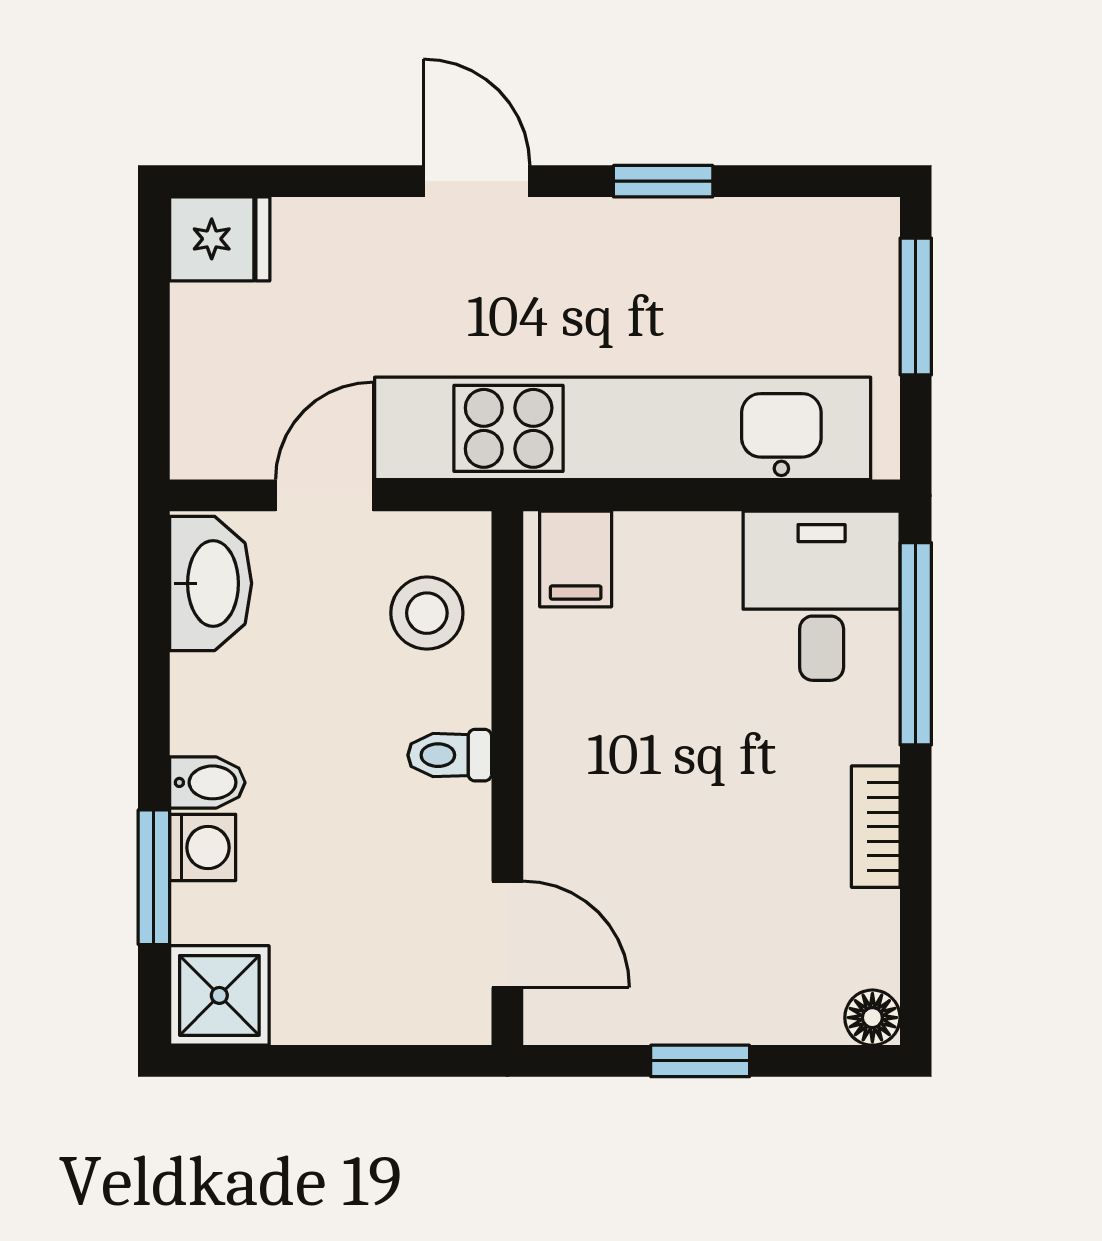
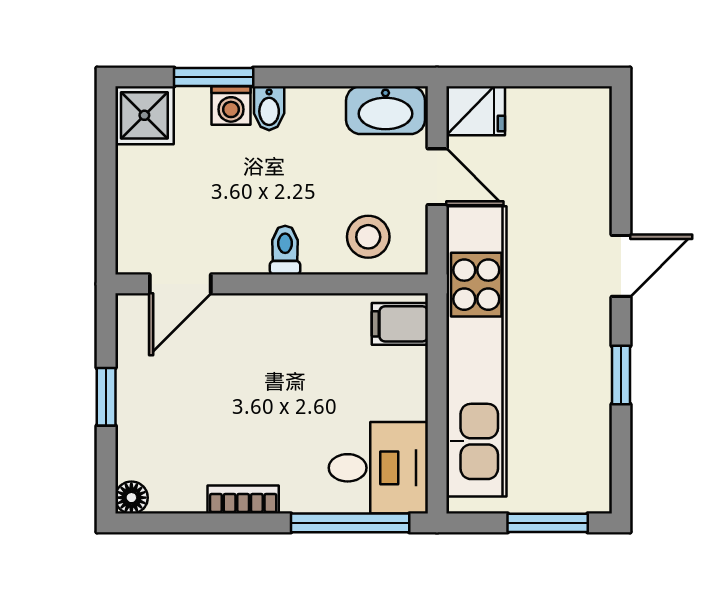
fridge: (220, 239) -> (476, 111), moved, turned -90

